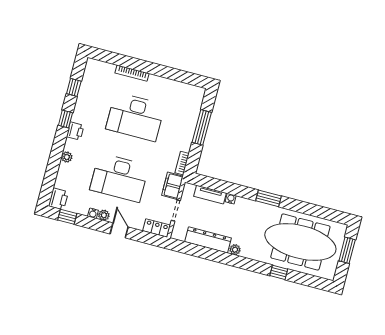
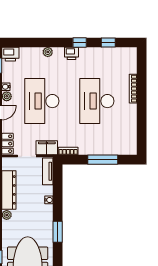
tv unit: (210, 195) -> (48, 171), moved

